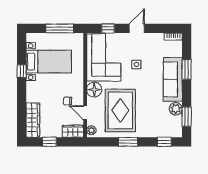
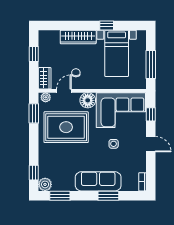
plant: (176, 109) -> (45, 184), moved
wardrobe: (33, 120) -> (78, 37), moved
window: (128, 142) -> (34, 113), moved

